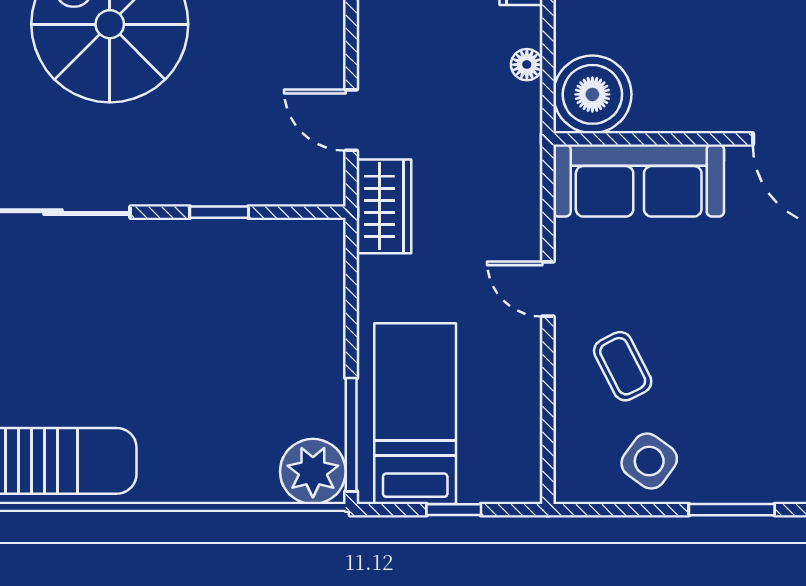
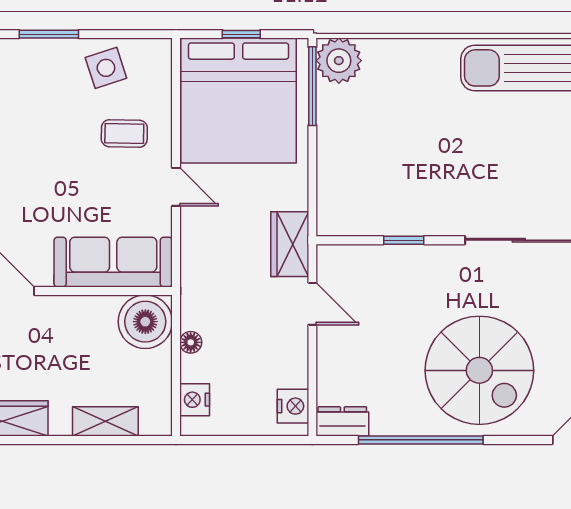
coffee table: (623, 366) -> (124, 134), turned -62
bed: (415, 414) -> (238, 101), width x2.04
side table: (649, 461) -> (106, 68), turned 36

